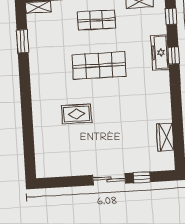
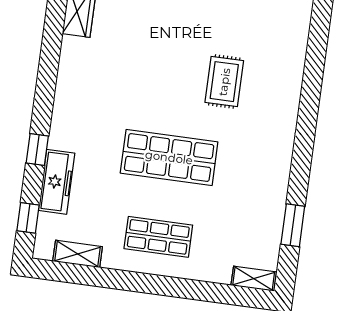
freezer: (160, 53) -> (57, 182), moved
rug: (77, 114) -> (224, 82), turned 90

